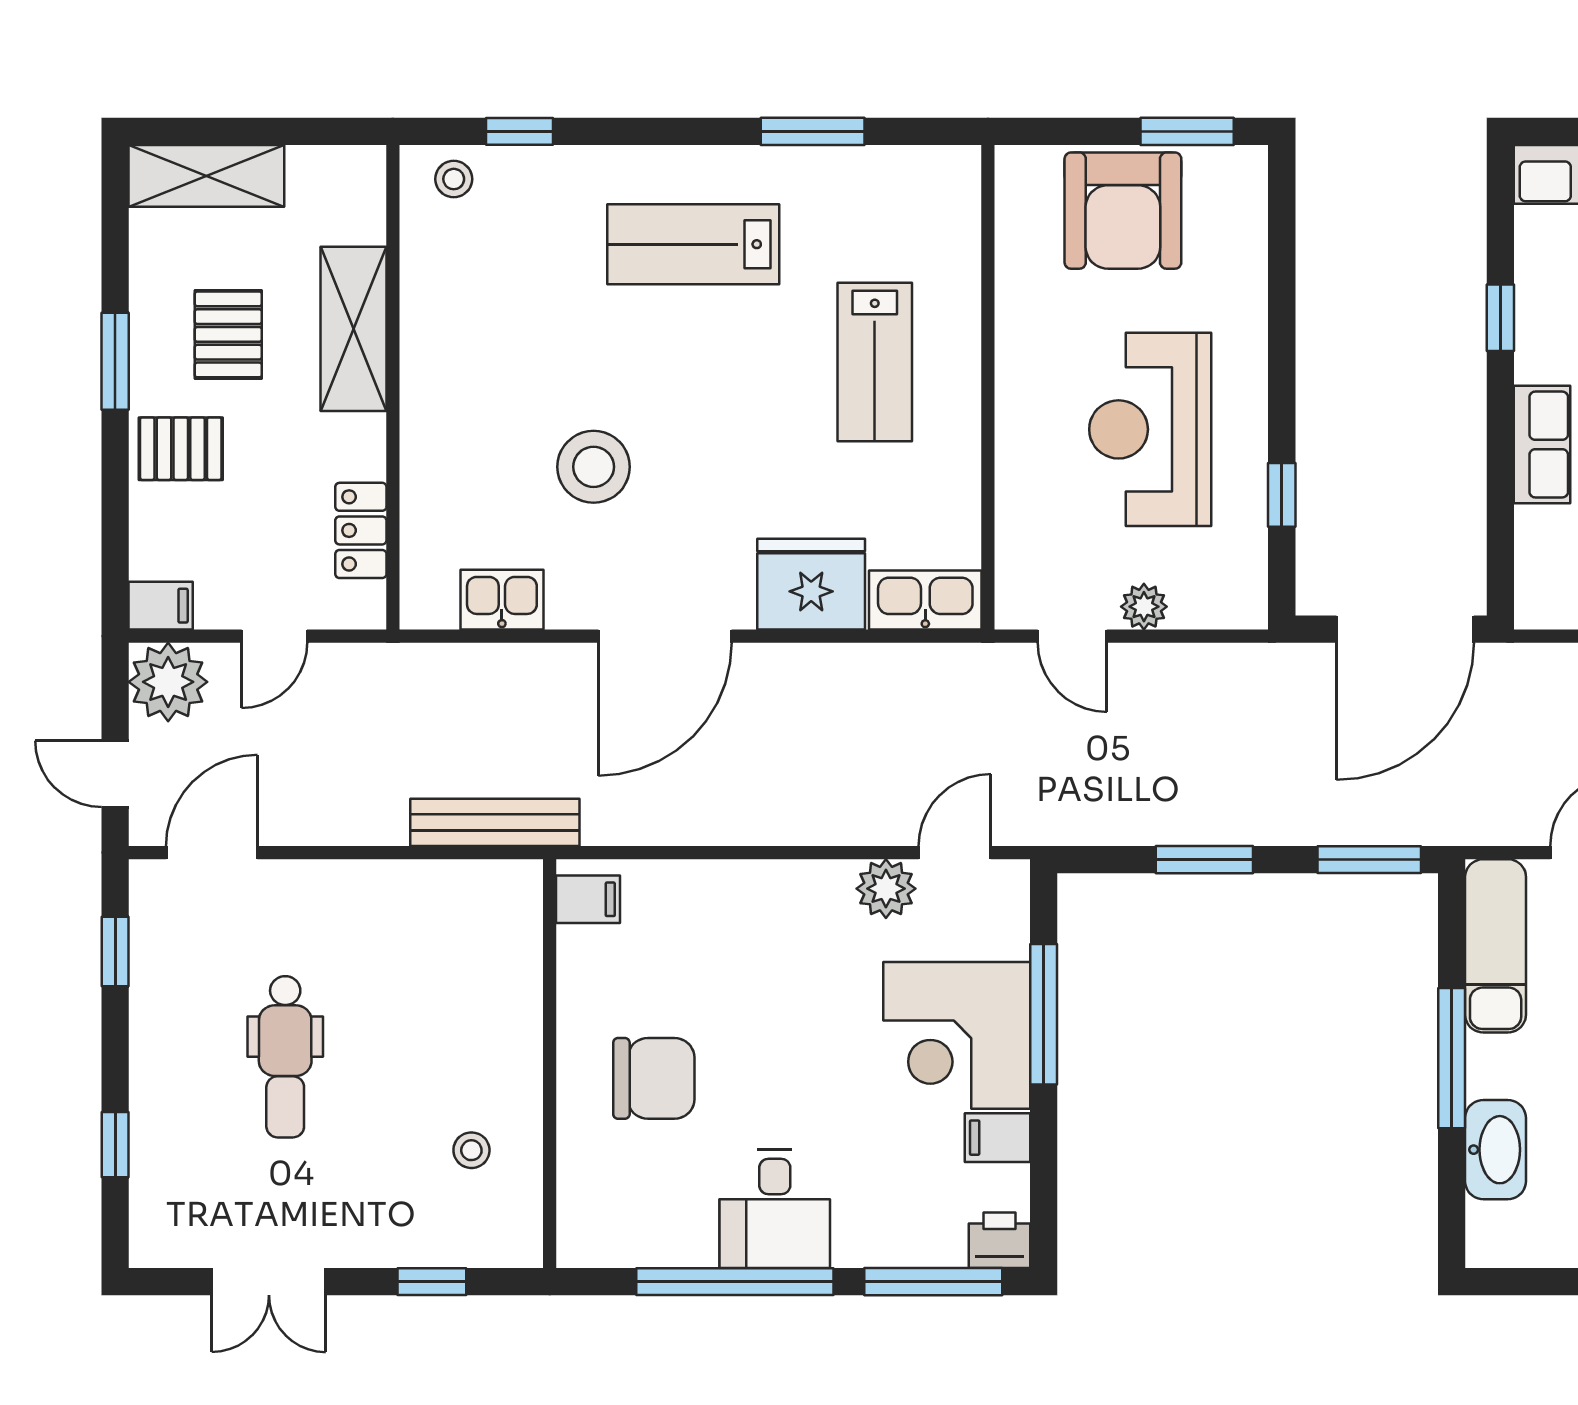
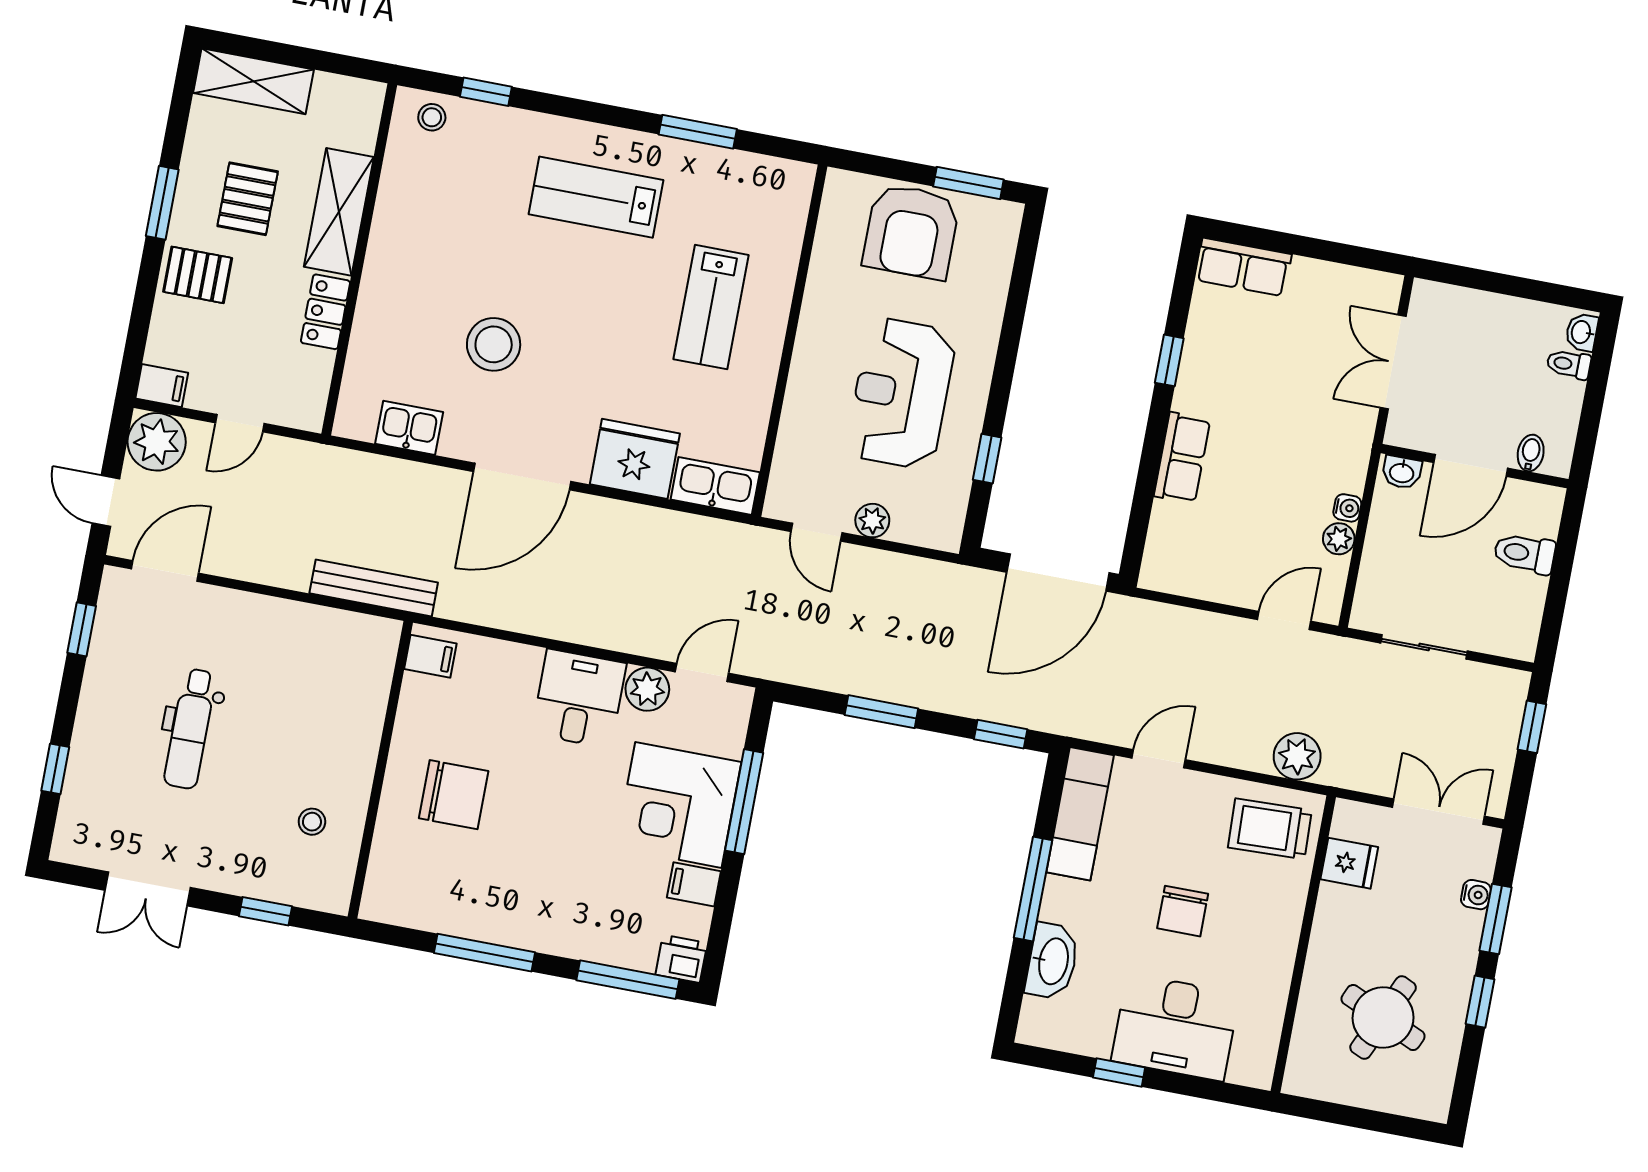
locker: (361, 530) -> (325, 312), moved
window: (1369, 860) -> (1001, 734), width x0.67
desk: (775, 1209) -> (579, 699), moved, turned 180
window: (735, 1282) -> (484, 953), width x0.68

